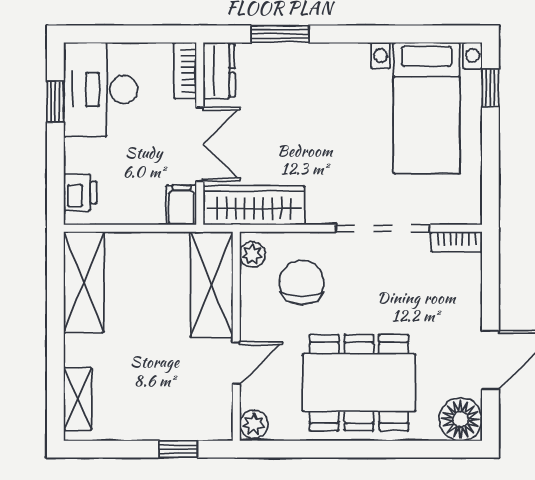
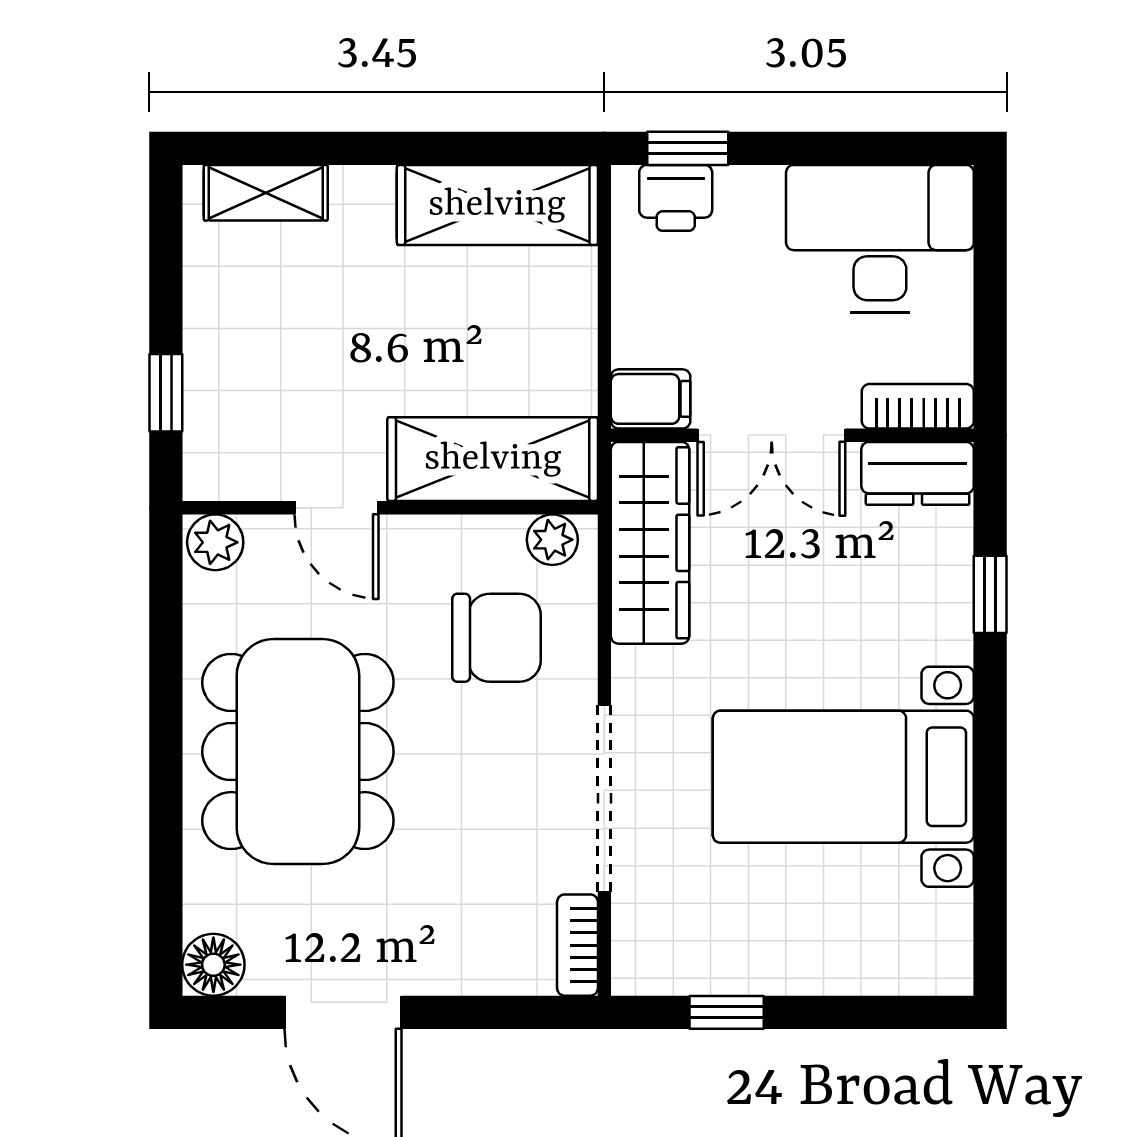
window: (280, 34) -> (990, 594), width x0.67
window: (490, 88) -> (727, 1012), moved
window: (55, 102) -> (688, 148), moved
bed with nightstands: (427, 108) -> (843, 777), moved
floor lamp: (461, 419) -> (213, 965), width x0.73, depth x0.73

